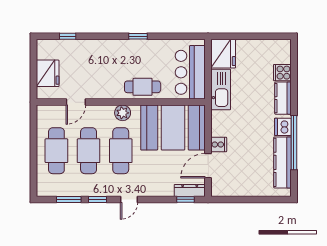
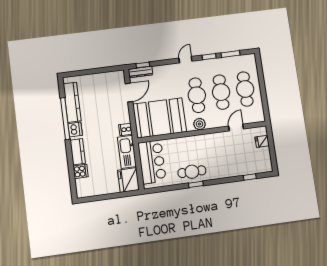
fridge: (48, 73) -> (262, 141), width x0.53, depth x0.75
cafe table: (143, 87) -> (192, 172), moved
cooker: (219, 145) -> (125, 129), moved

